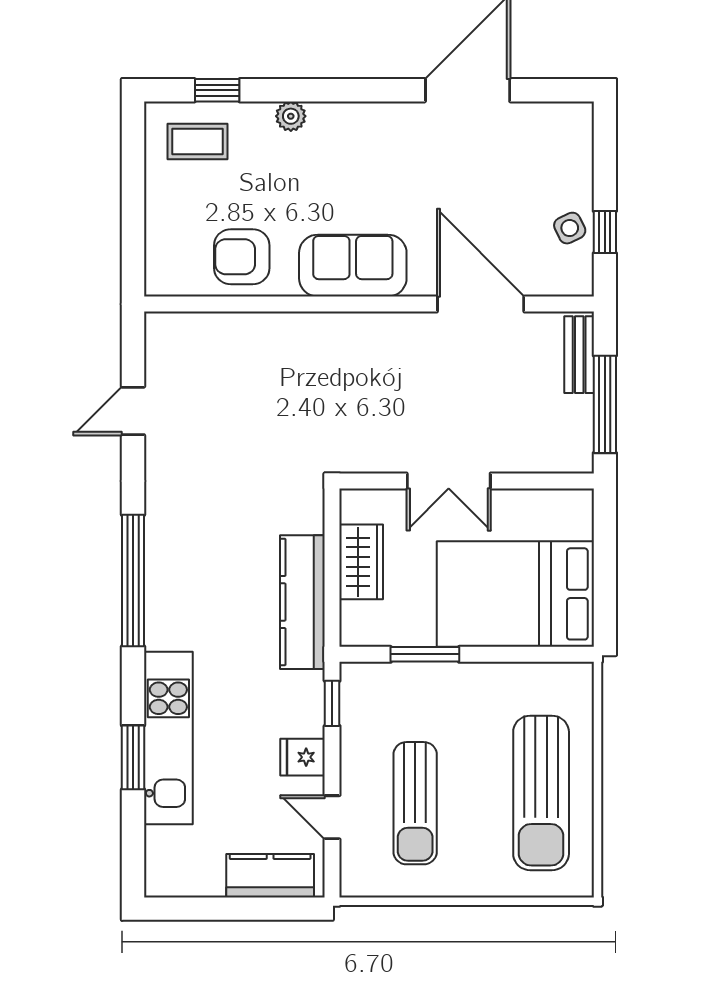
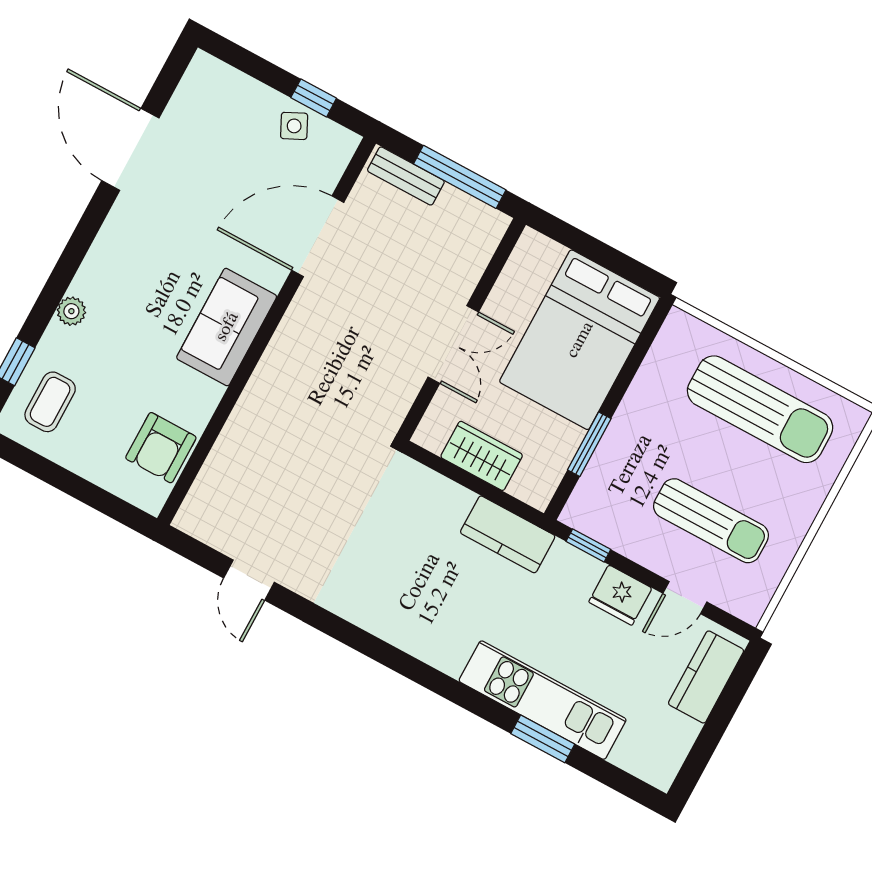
armchair: (242, 257) -> (161, 448), moved
window: (133, 581) -> (393, 658), removed
kitchen counter: (302, 602) -> (508, 534), width x0.67
fridge: (303, 757) -> (620, 595), width x1.38

